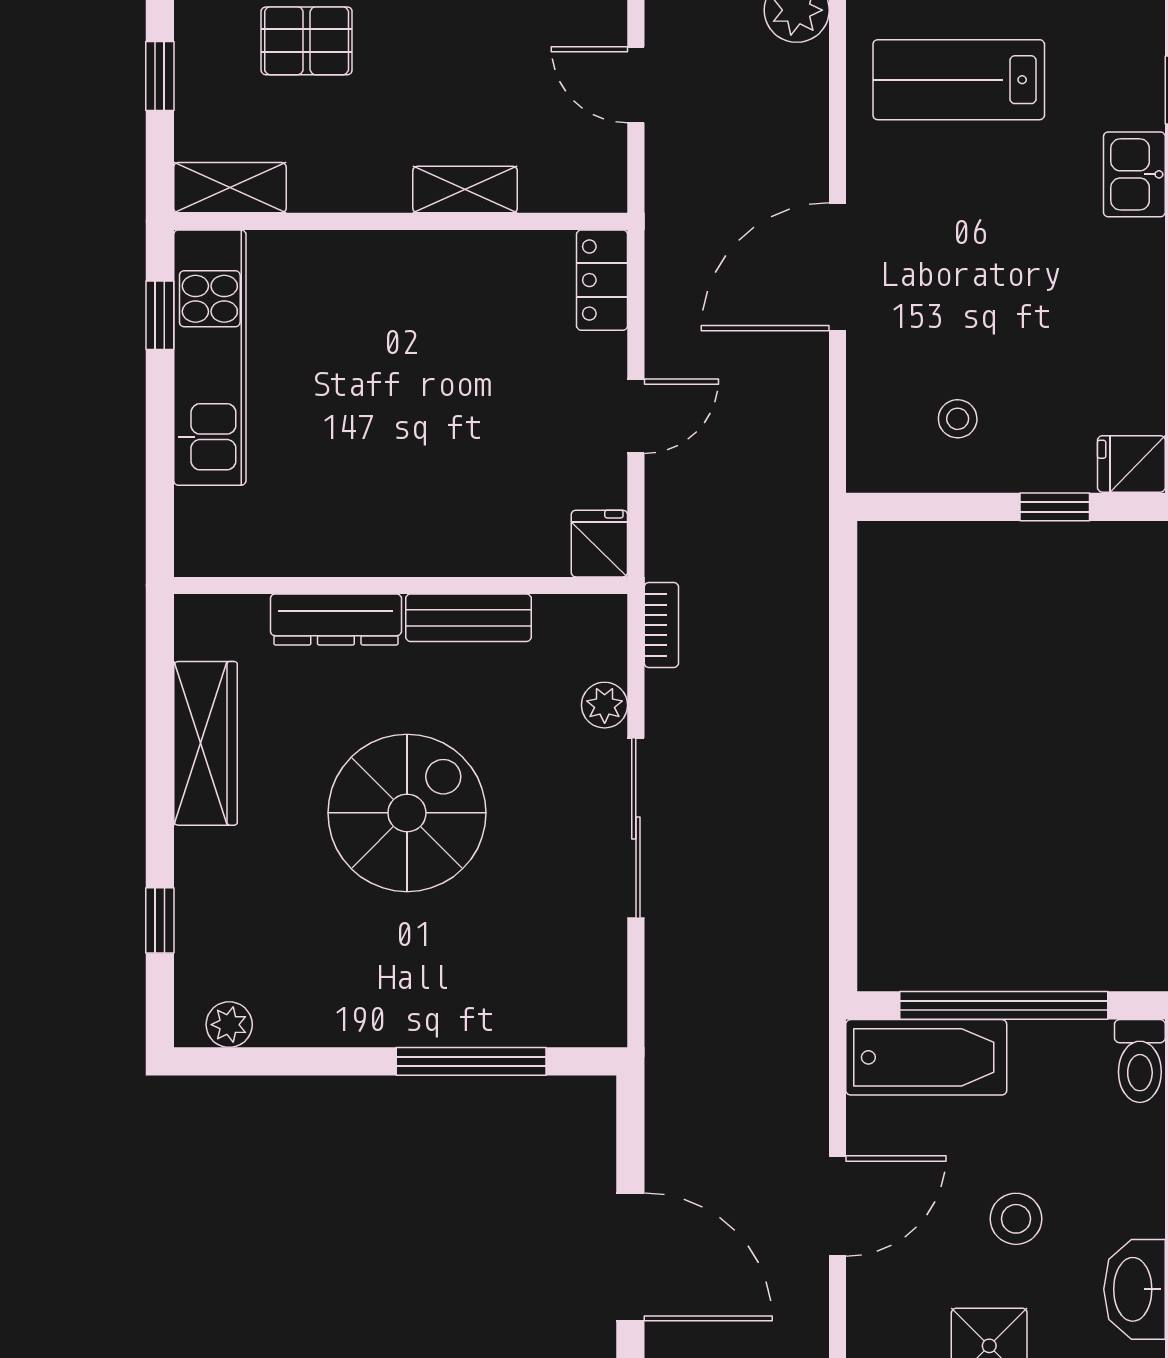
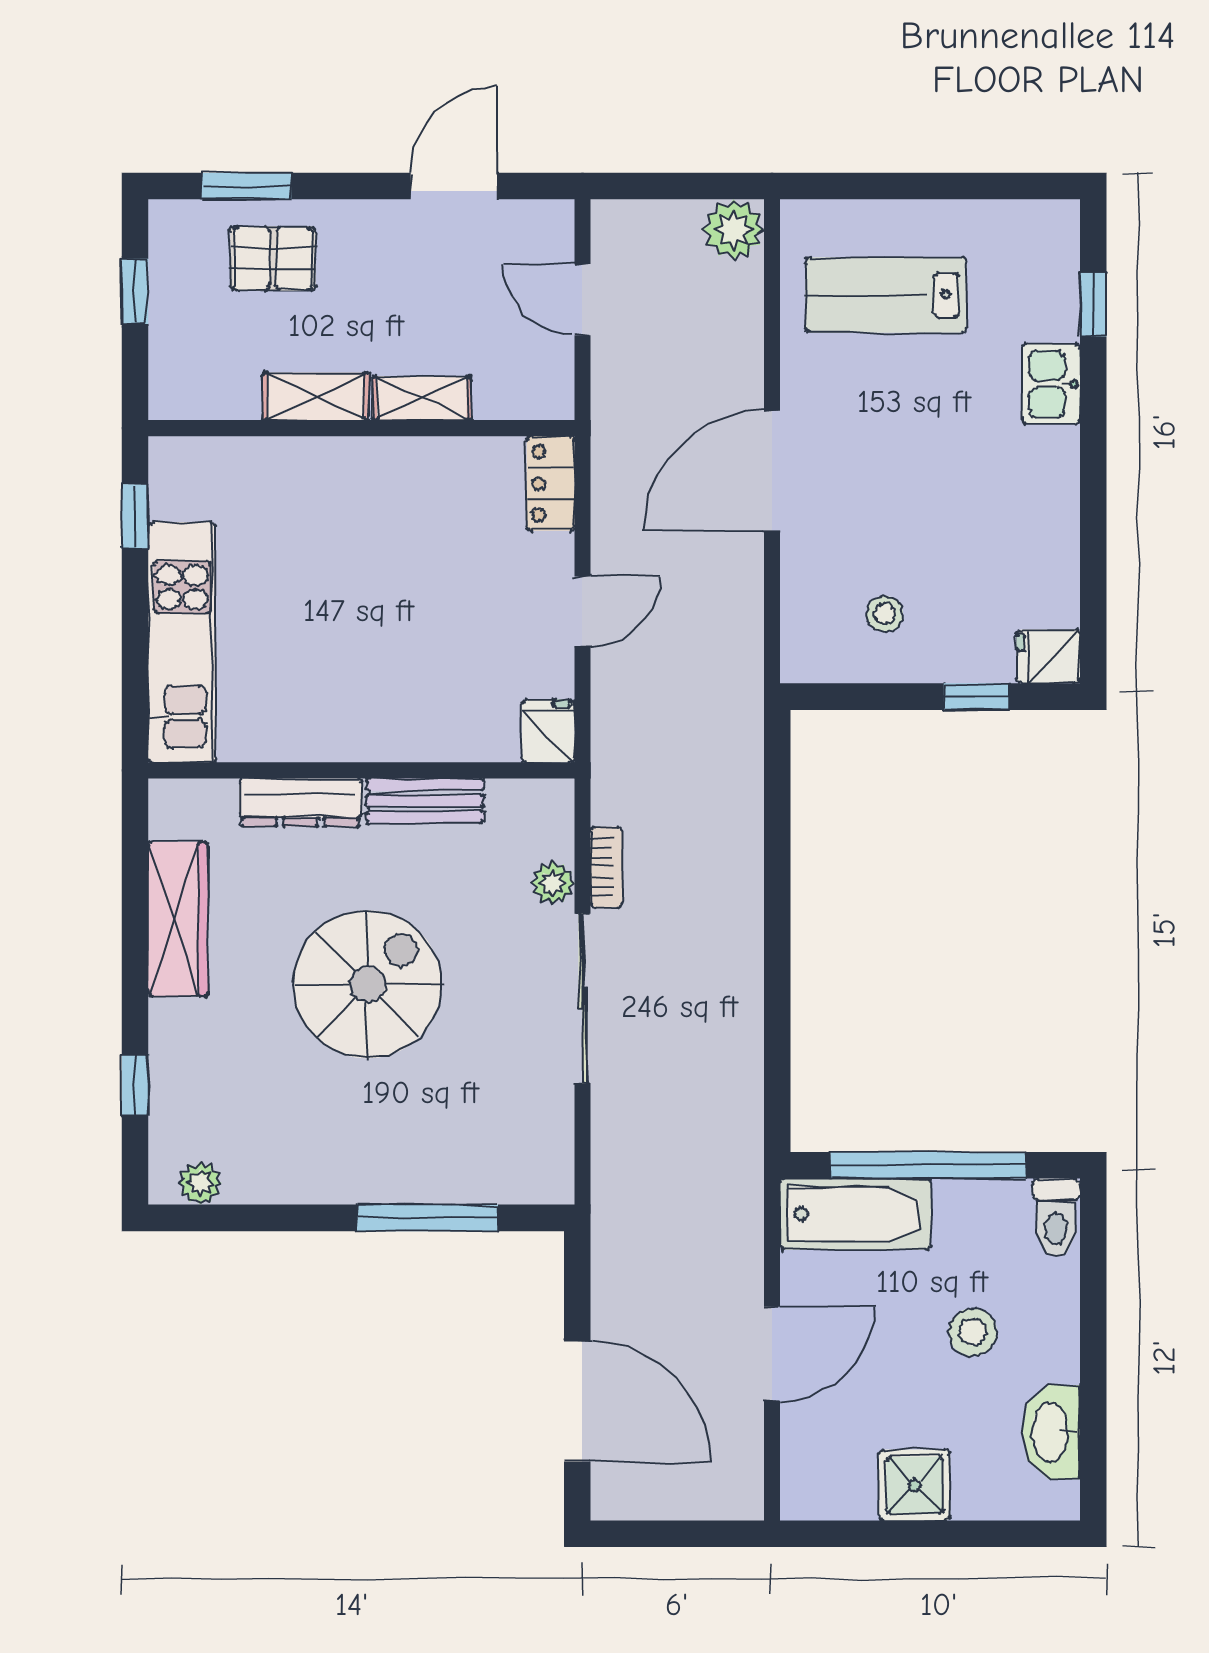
shelving: (230, 188) -> (316, 396), moved
kitchen unit: (210, 358) -> (182, 642), moved
bookcase: (661, 625) -> (606, 867), moved
stool: (1016, 1219) -> (973, 1332), moved

